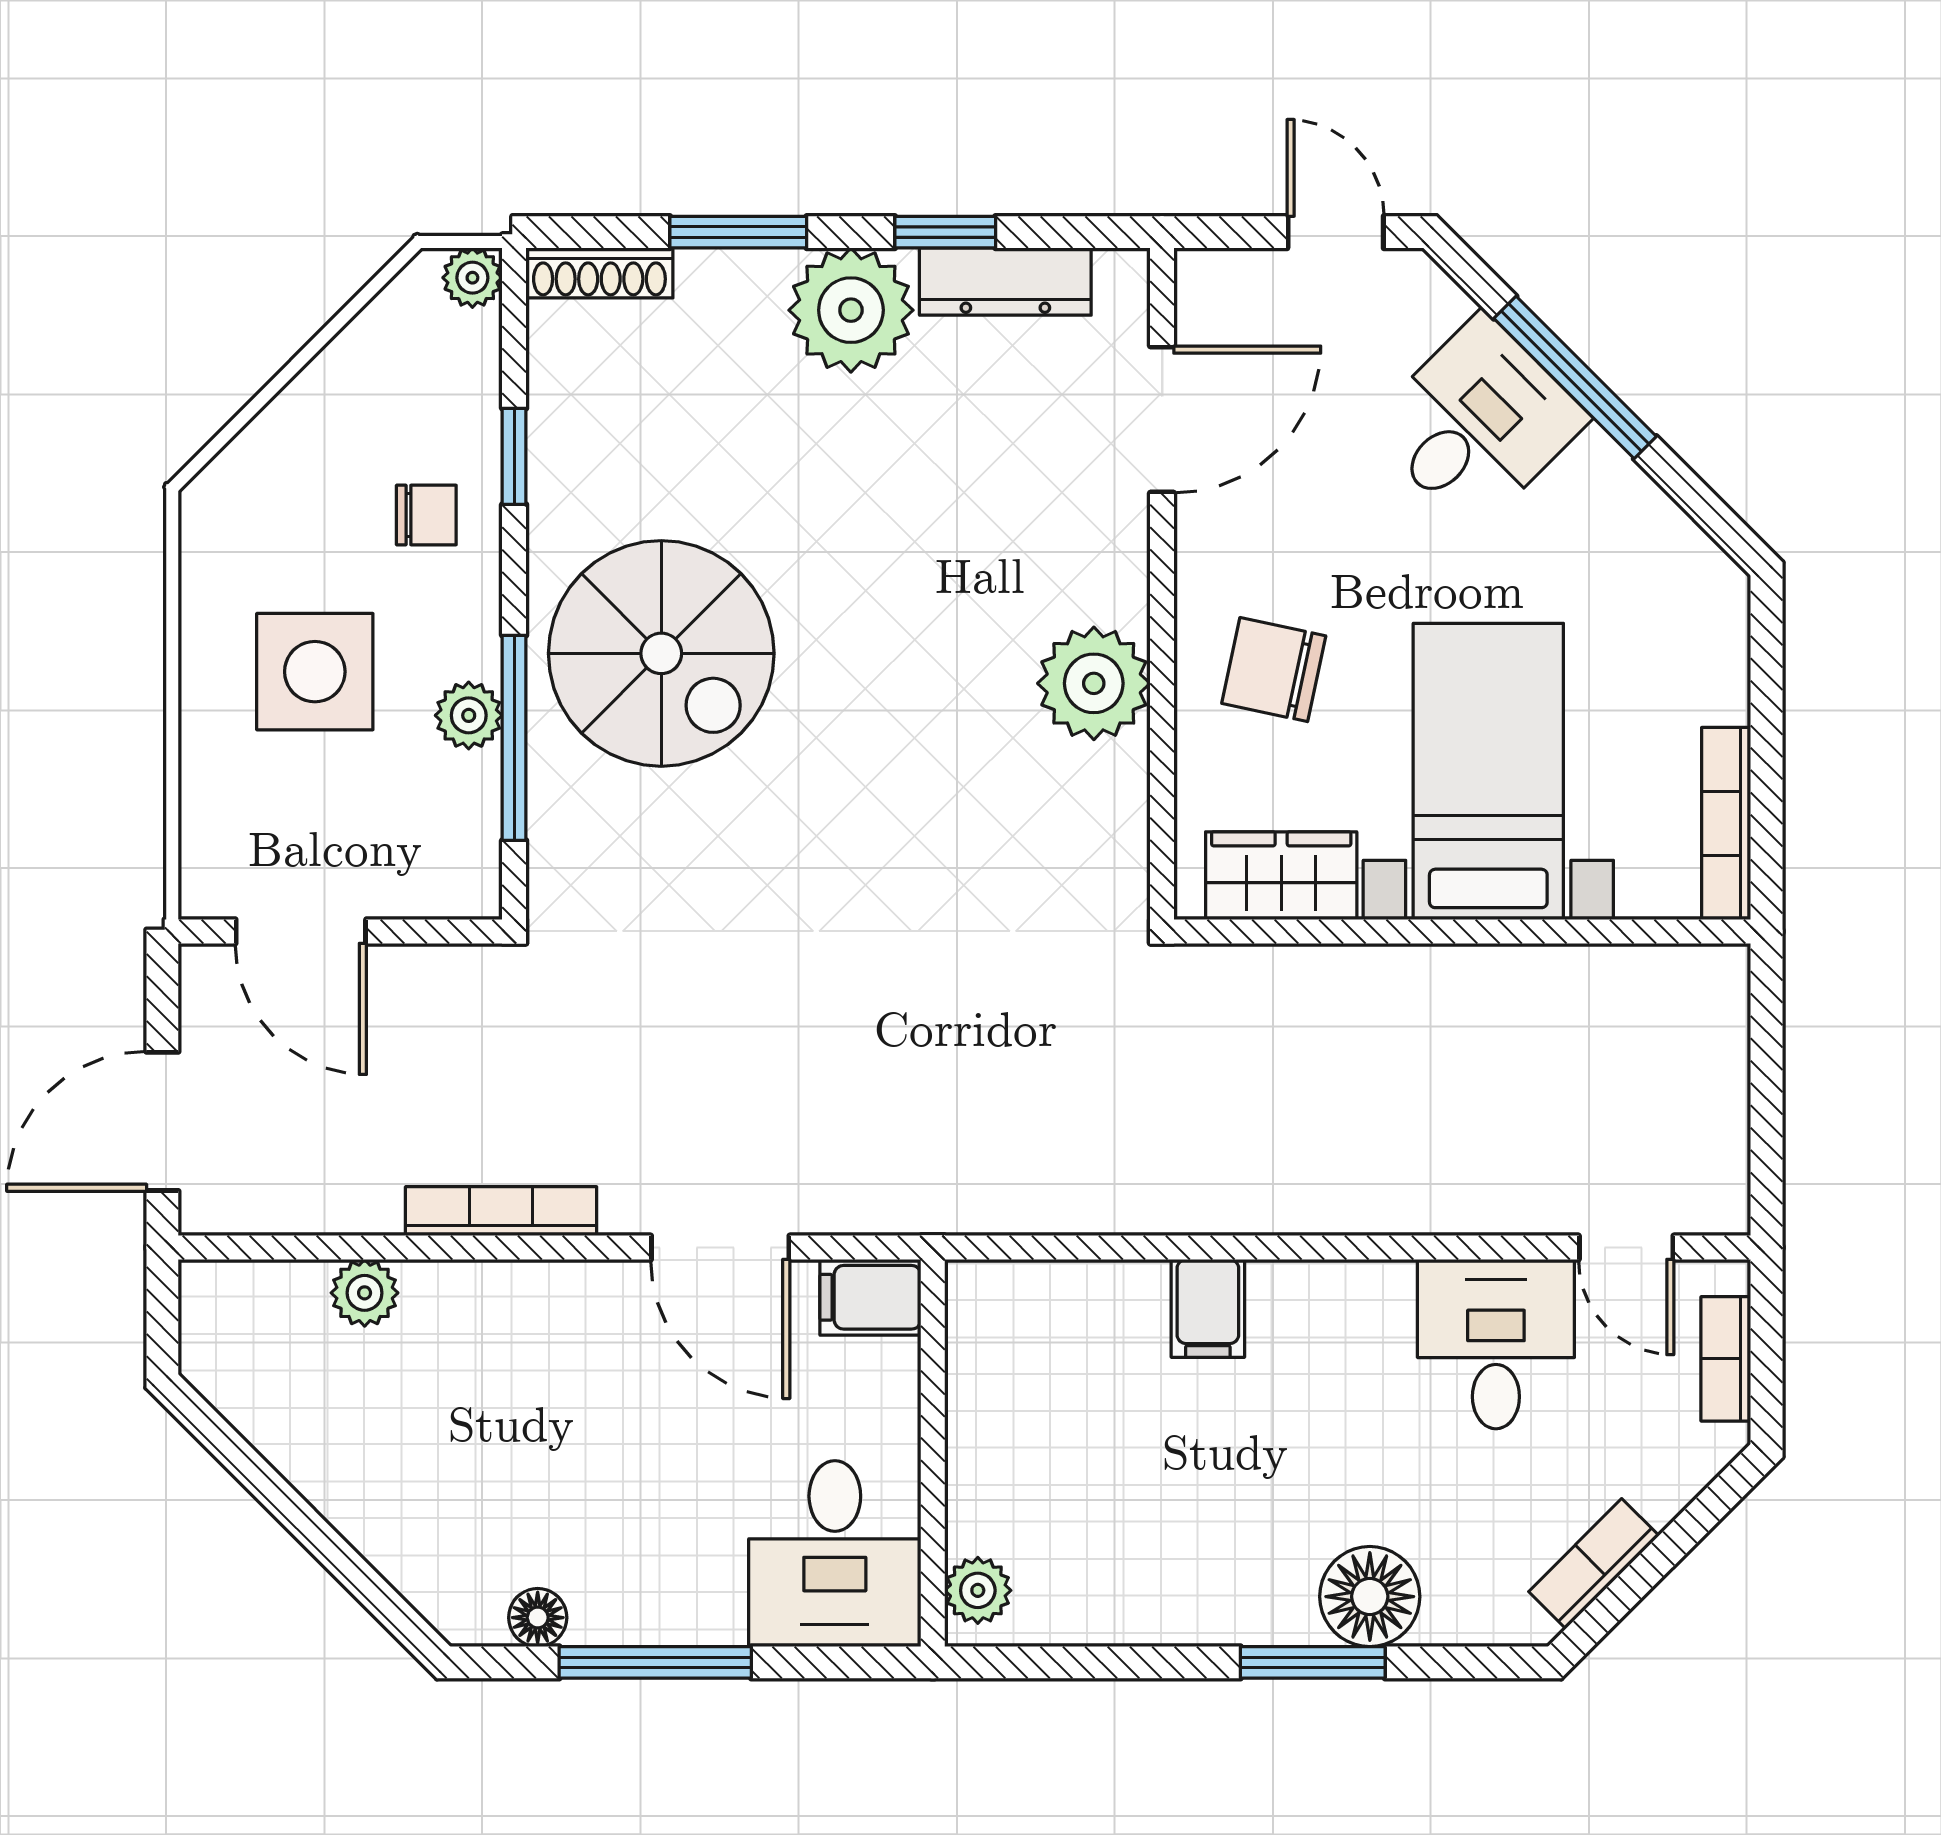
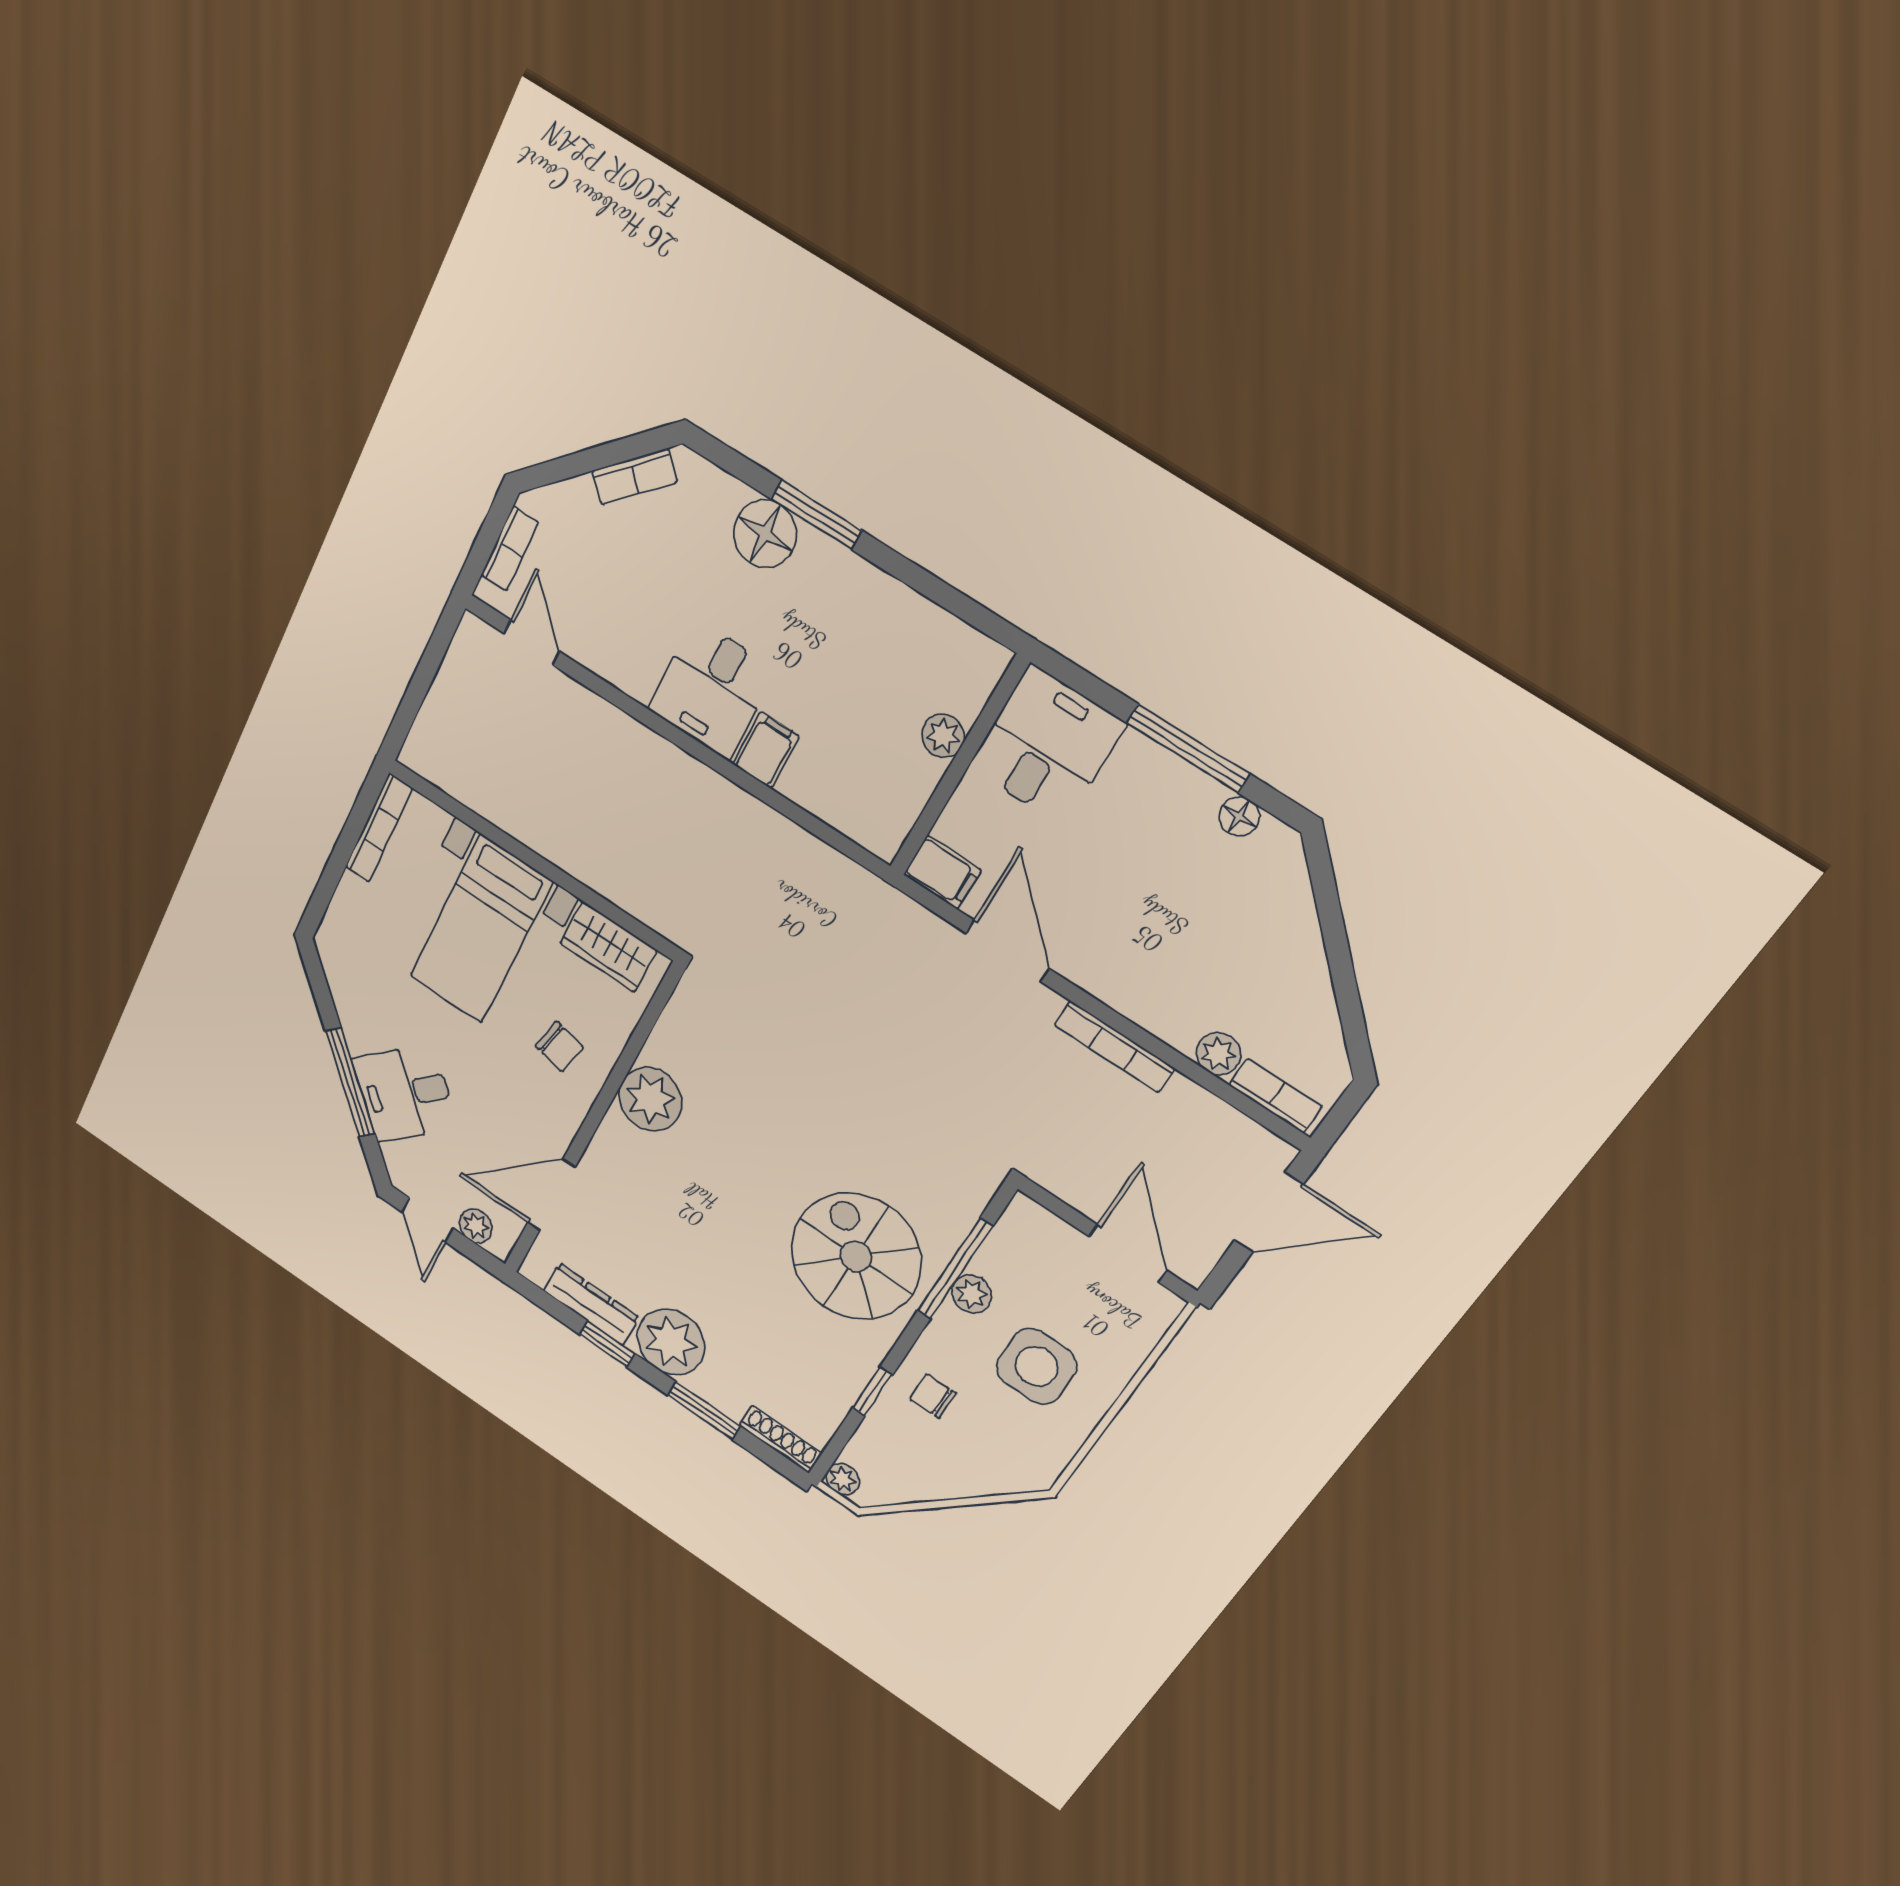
plant: (1254, 280) -> (476, 1226), added
chair: (1274, 670) -> (559, 1047), width x0.73, depth x0.73
bookcase: (258, 1286) -> (1275, 1096), added
desk: (1496, 1344) -> (712, 689), moved
plant: (978, 1590) -> (943, 736), moved

